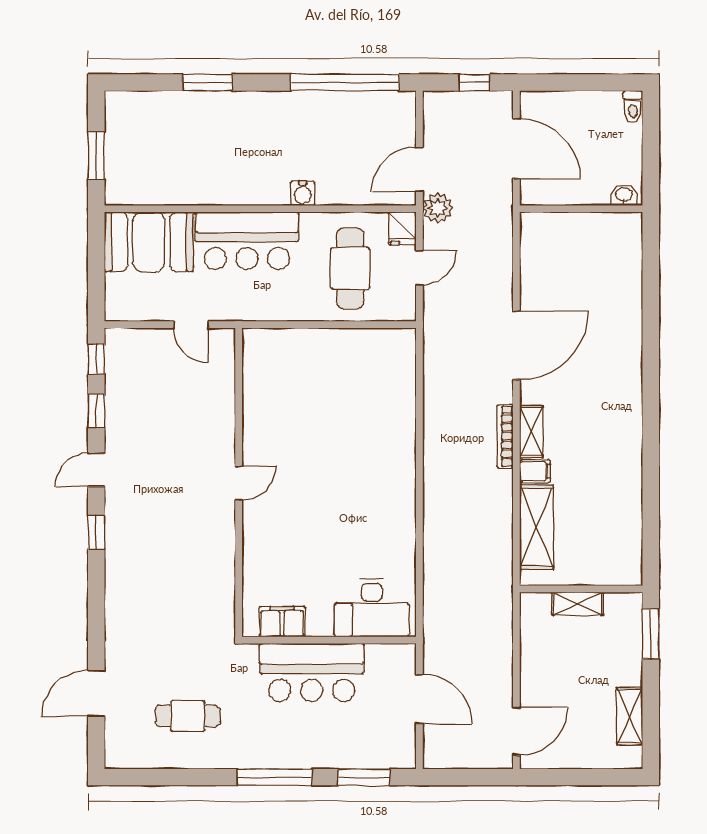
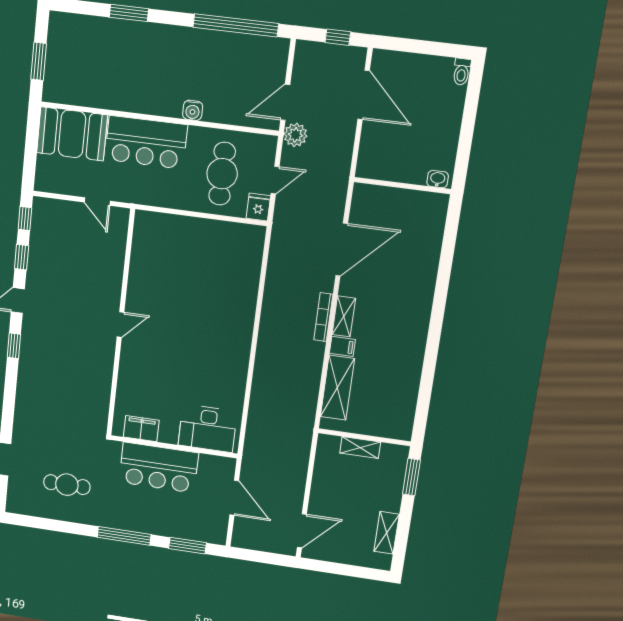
washbasin: (624, 195) -> (438, 179), moved
wall: (581, 209) -> (402, 186), moved
fridge: (402, 229) -> (258, 207), moved, turned 180

